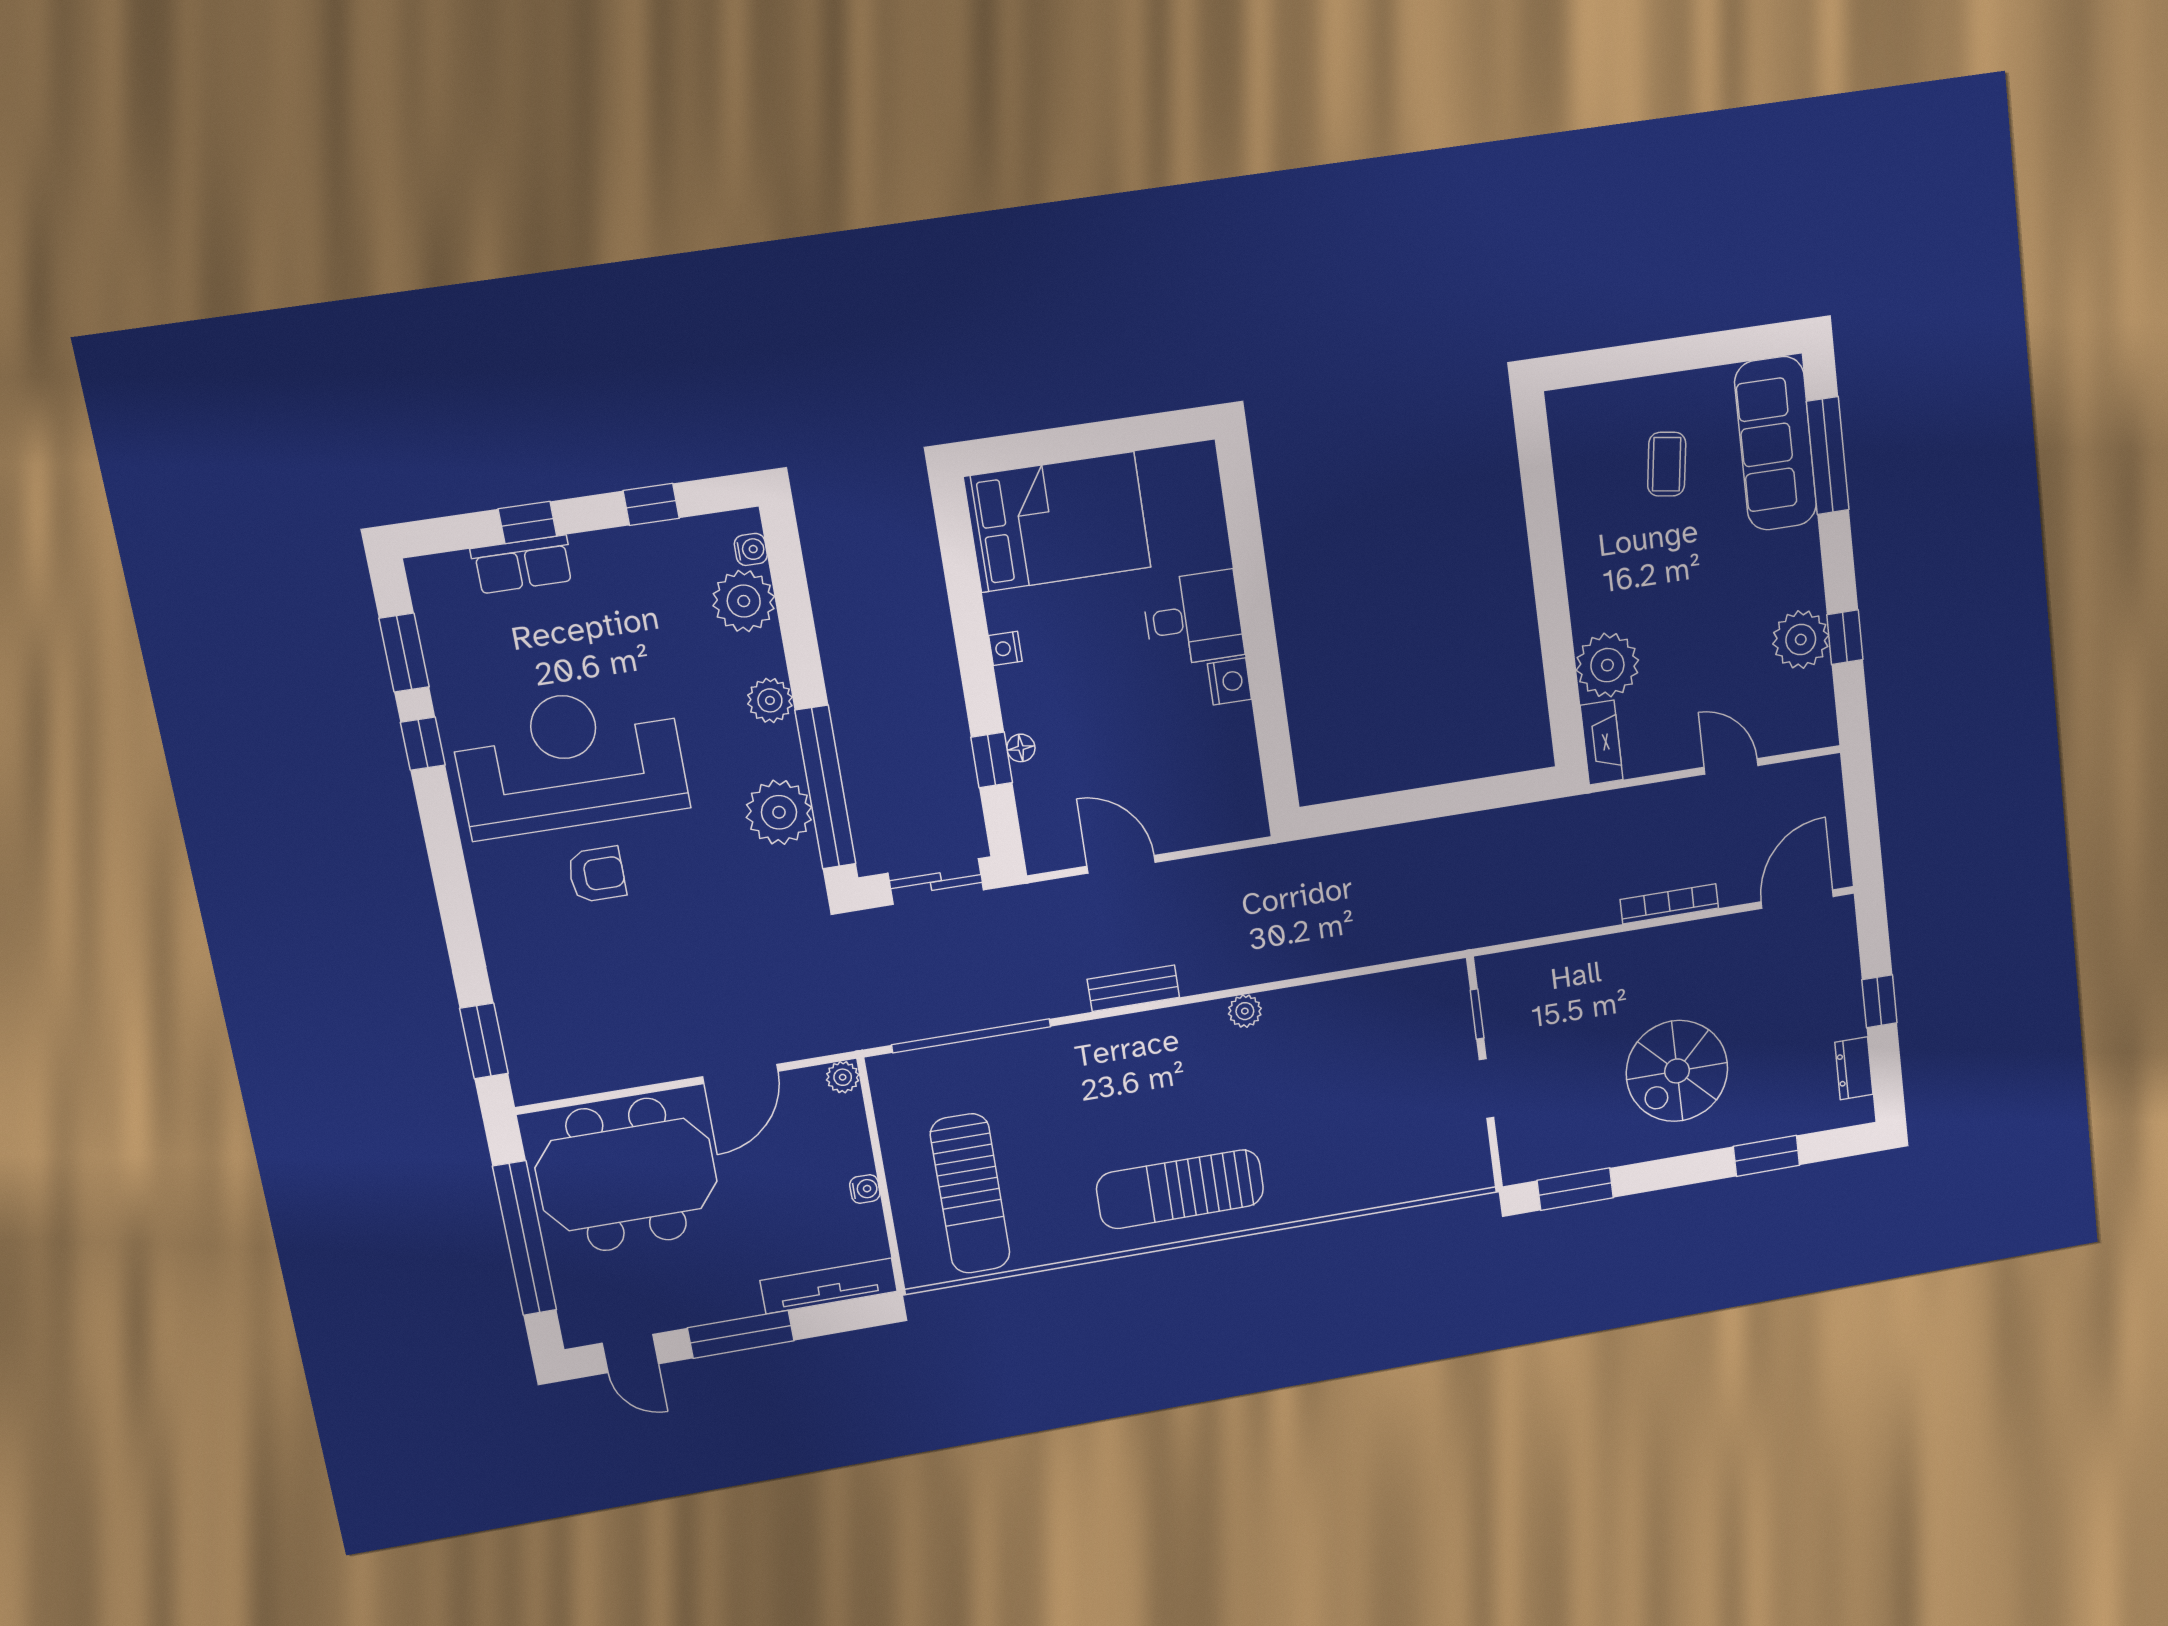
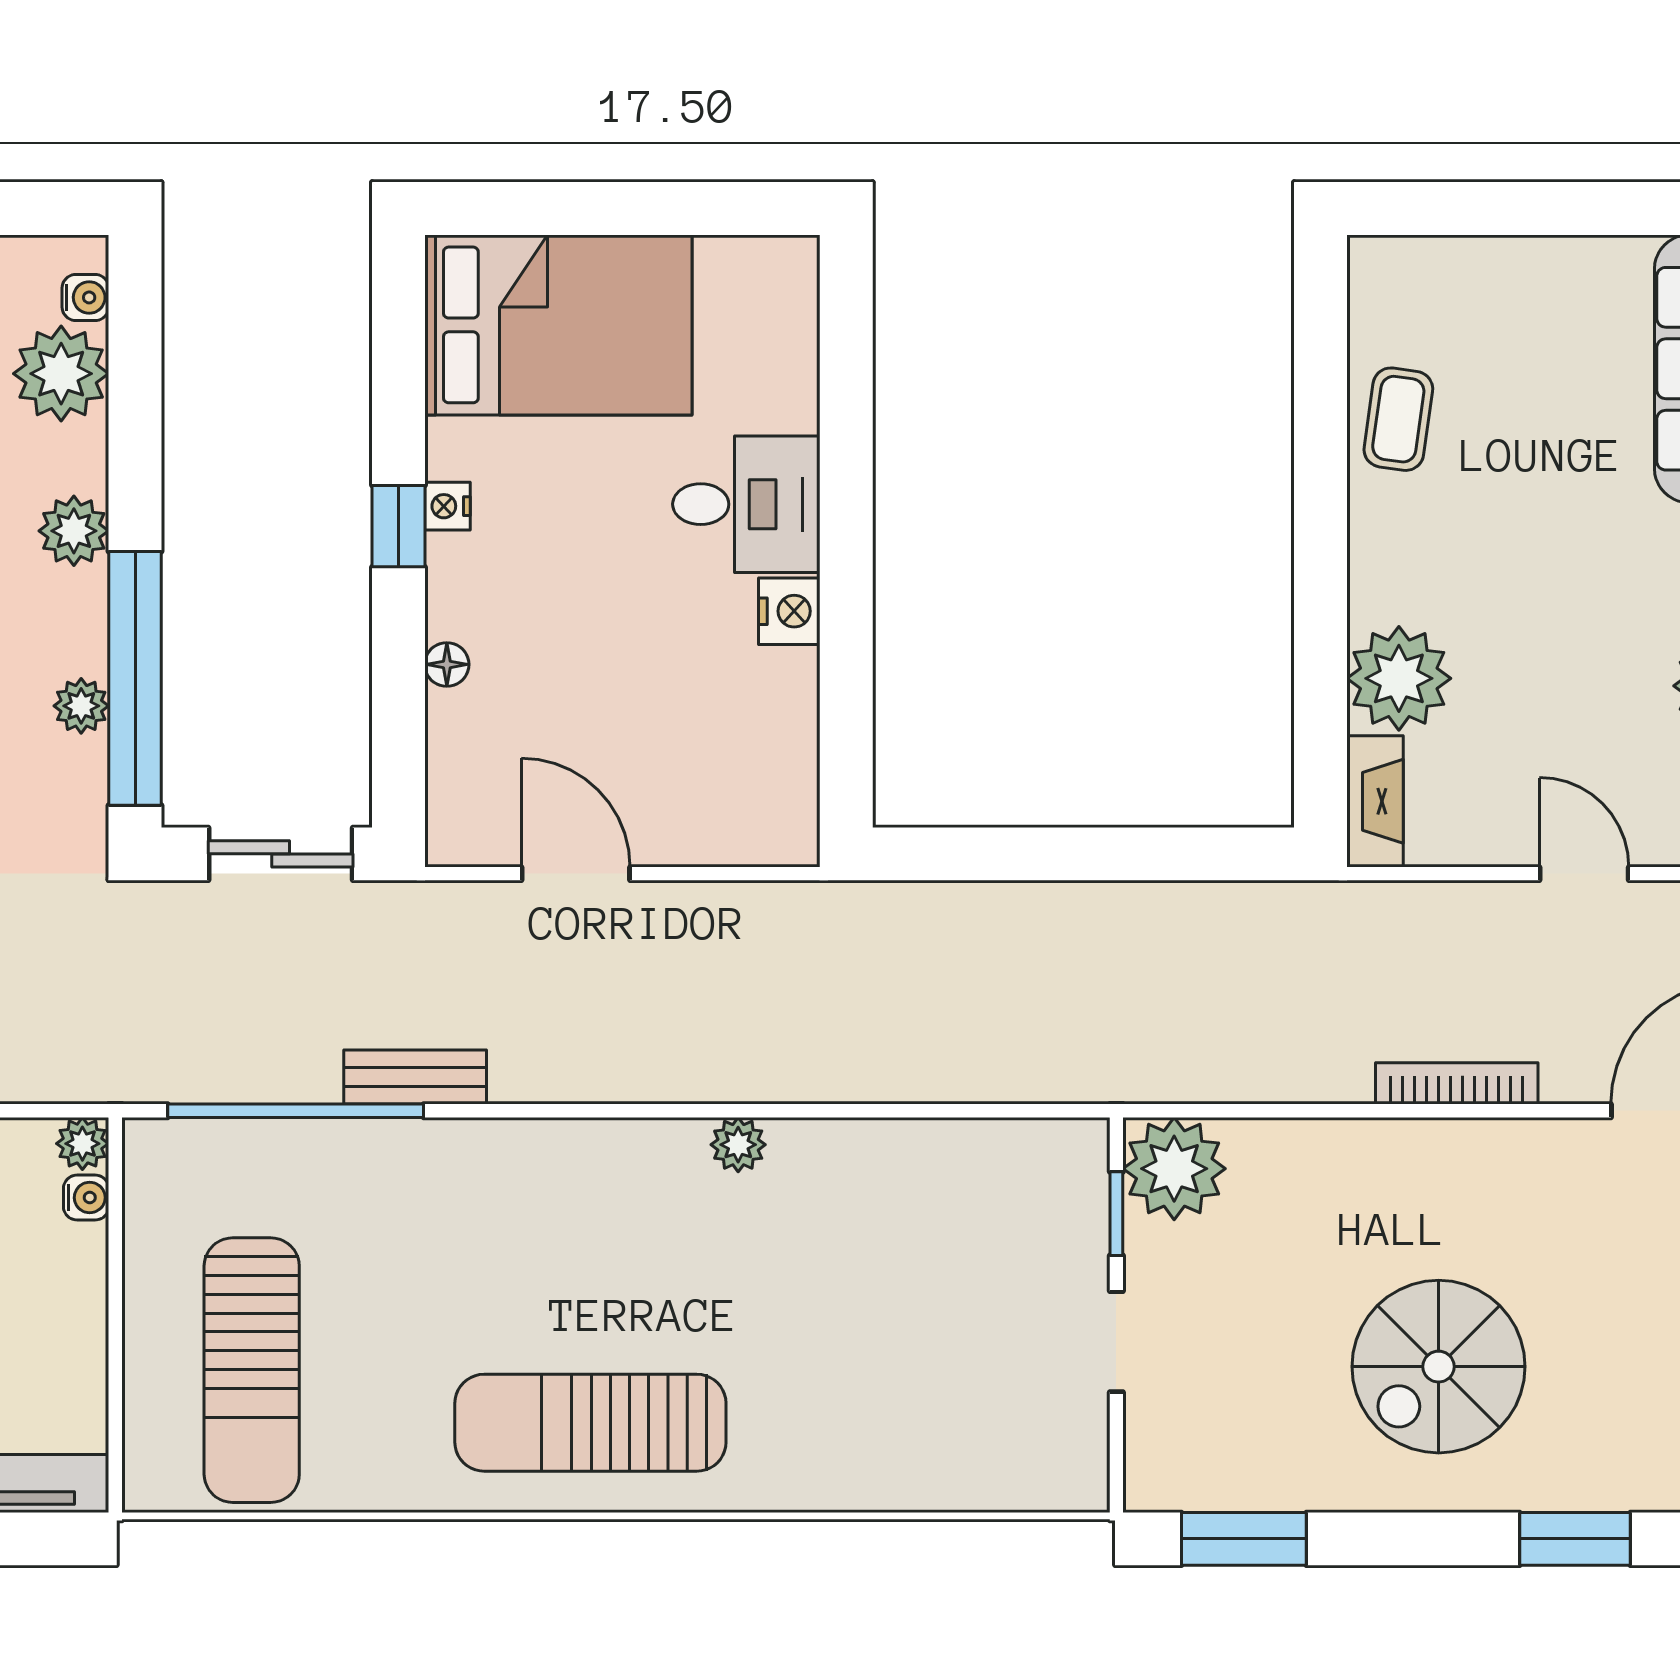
coffee table: (1667, 464) -> (1398, 419), moved
window: (992, 760) -> (398, 526), moved
plant: (779, 812) -> (81, 706), width x0.53, depth x0.53
plant: (1508, 982) -> (1174, 1169), added
bench: (1133, 988) -> (415, 1077), moved
water cooler: (865, 1189) -> (86, 1198), moved

